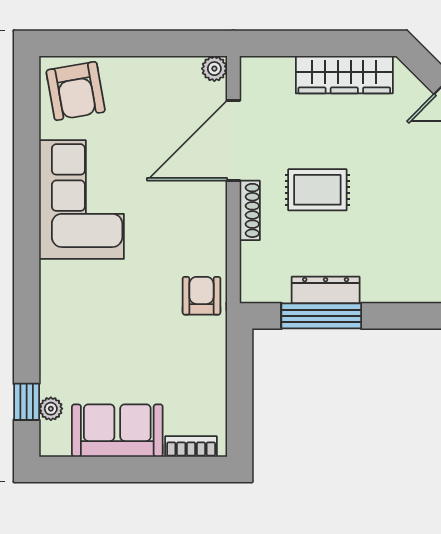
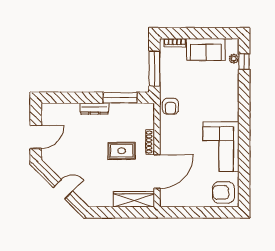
plant: (214, 69) -> (165, 202), removed
wardrobe: (344, 75) -> (134, 199), moved
armchair: (76, 91) -> (223, 192), turned -80
dresser: (326, 290) -> (94, 109), moved
window: (240, 385) -> (154, 69), added

